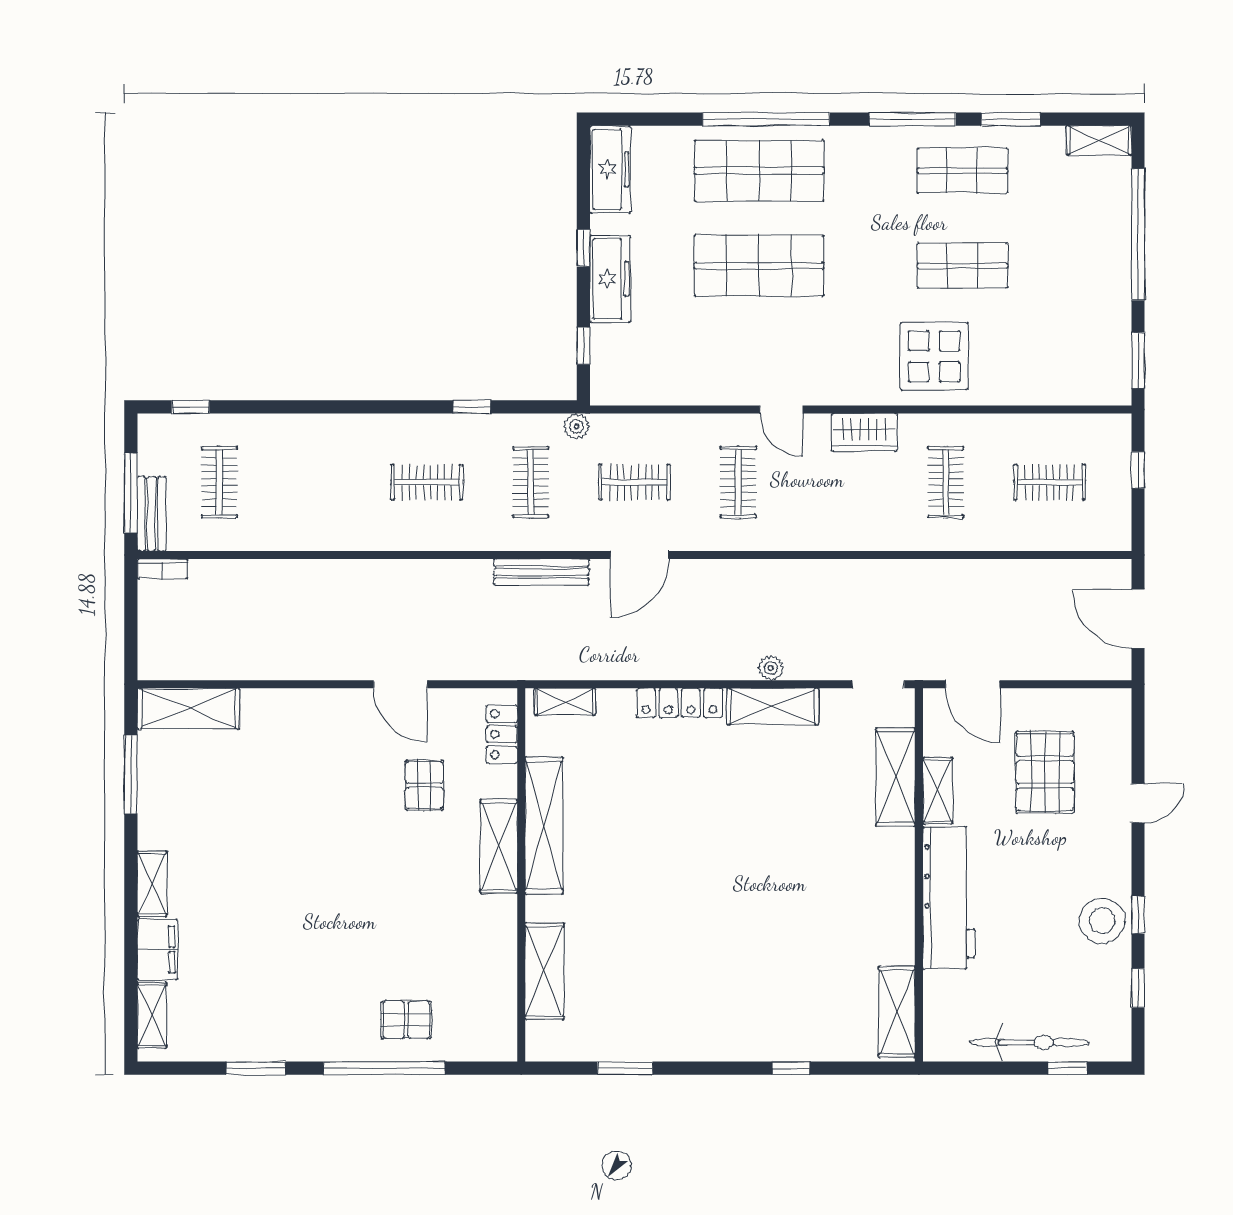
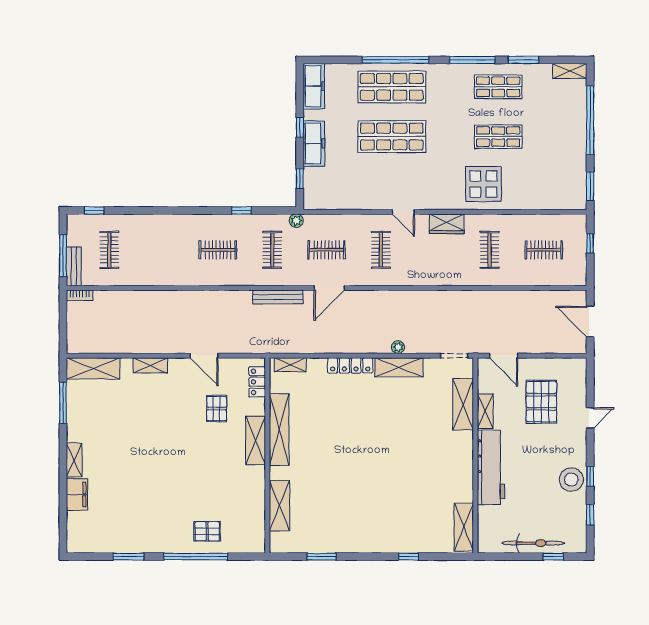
shelving: (152, 1015) -> (150, 365), moved, turned 90

